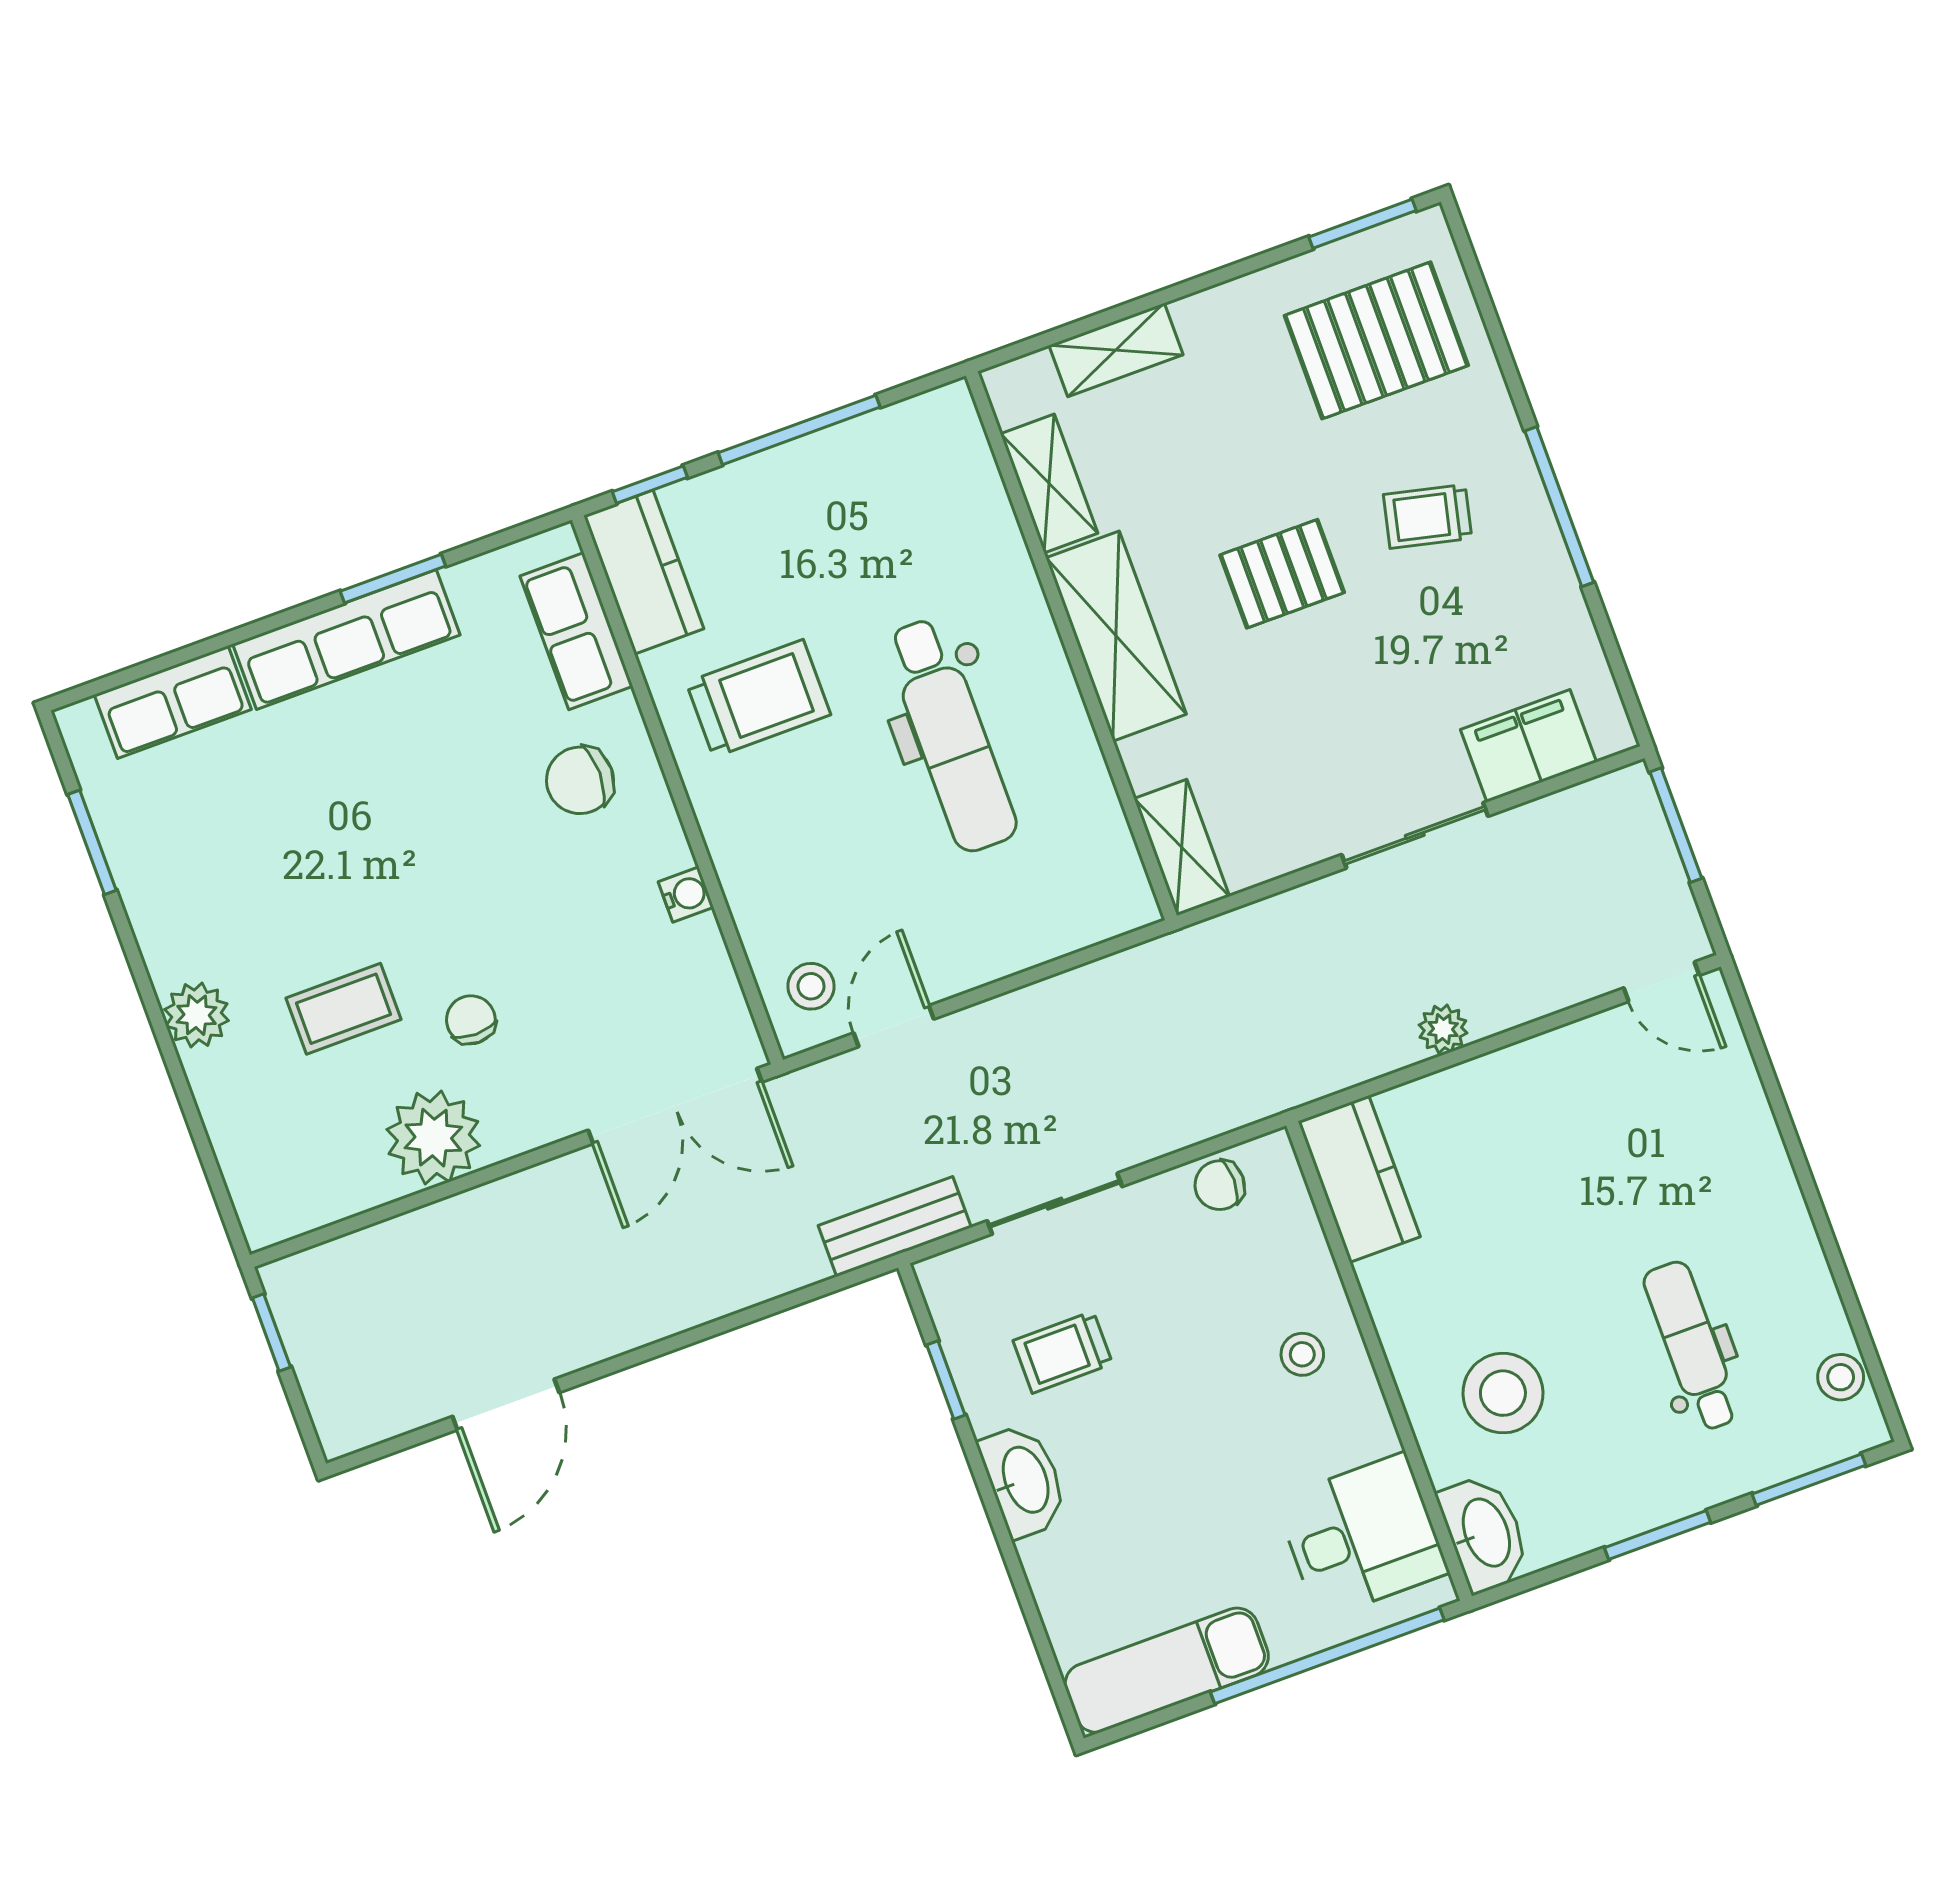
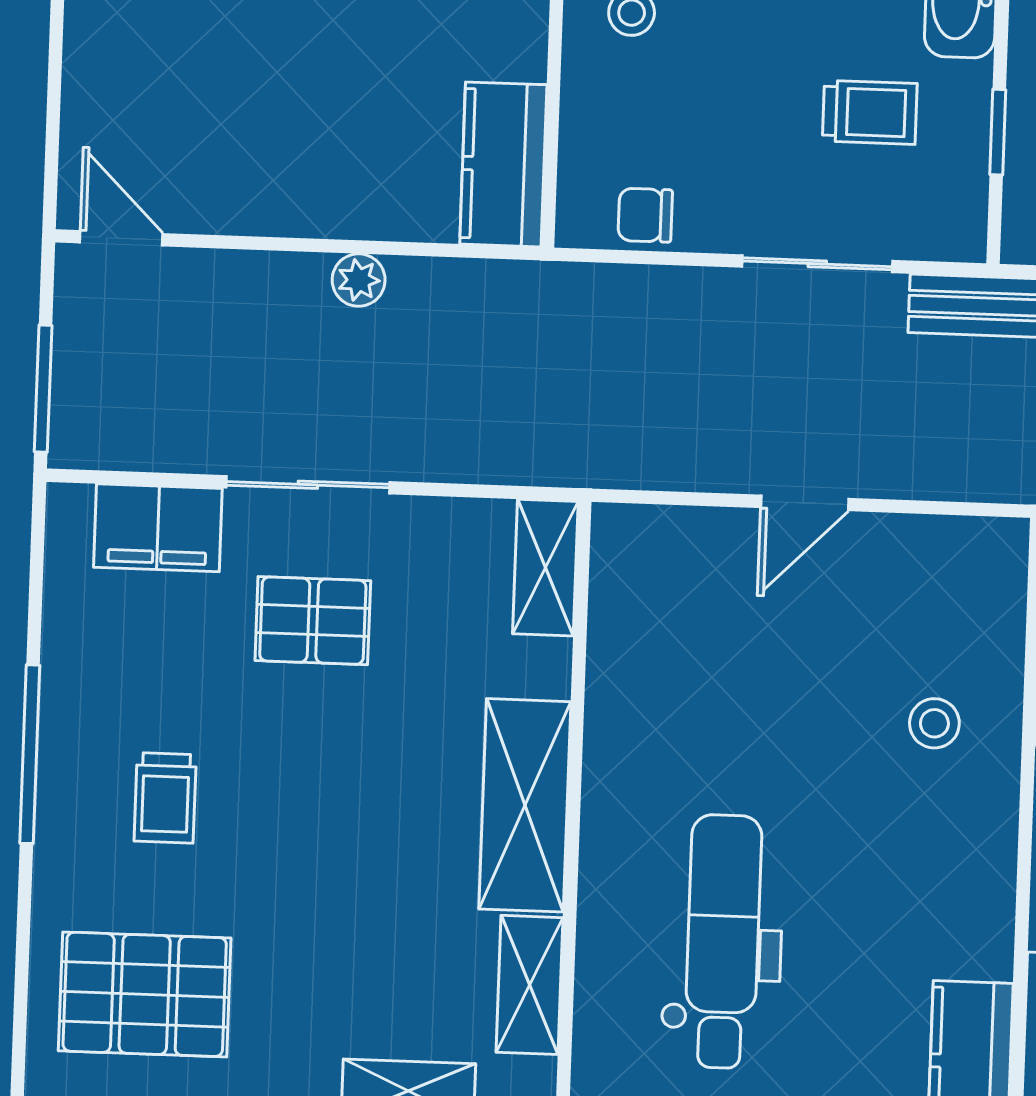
trolley: (1428, 516) -> (165, 798), turned 77
pallet: (1282, 574) -> (313, 621), moved
trolley: (758, 699) -> (907, 889), removed
dental chair: (951, 735) -> (723, 941), moved
stool: (811, 986) -> (934, 723), moved
door: (894, 1026) -> (805, 503), moved
chair: (1220, 1185) -> (645, 215), turned 180

